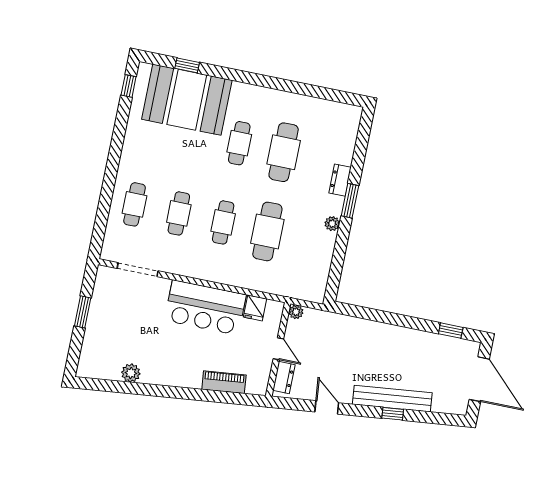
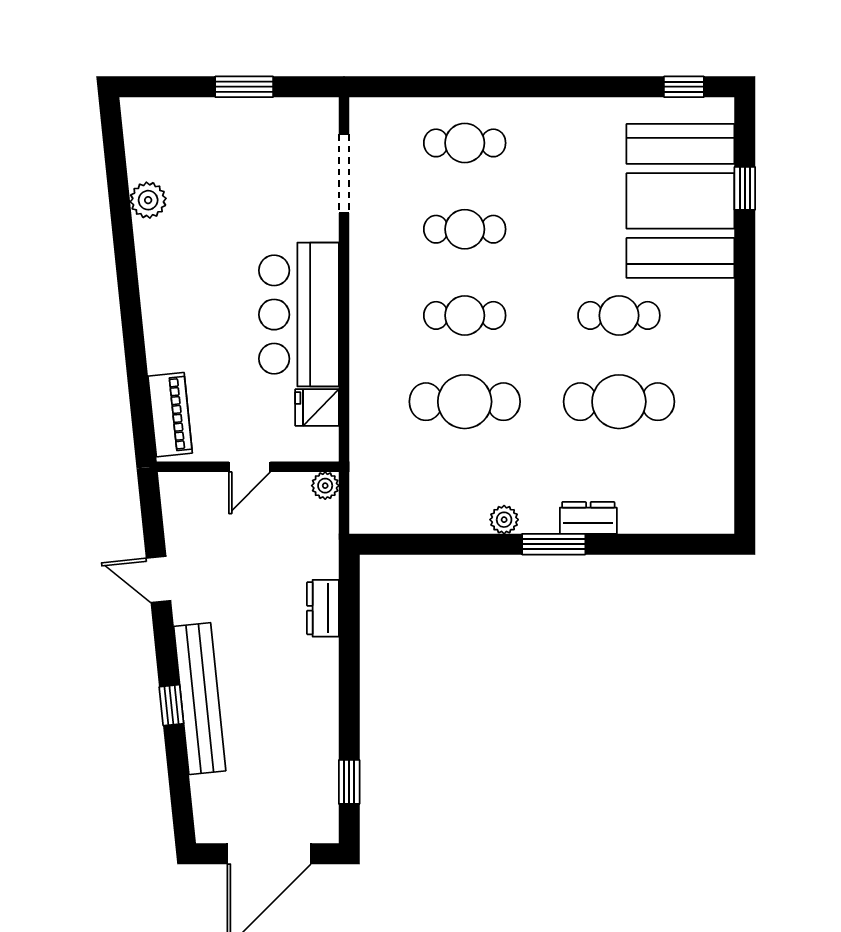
dresser: (284, 378) -> (323, 608), moved, turned 90
piano: (224, 382) -> (170, 415), moved
door: (327, 407) -> (158, 579), swing flipped

